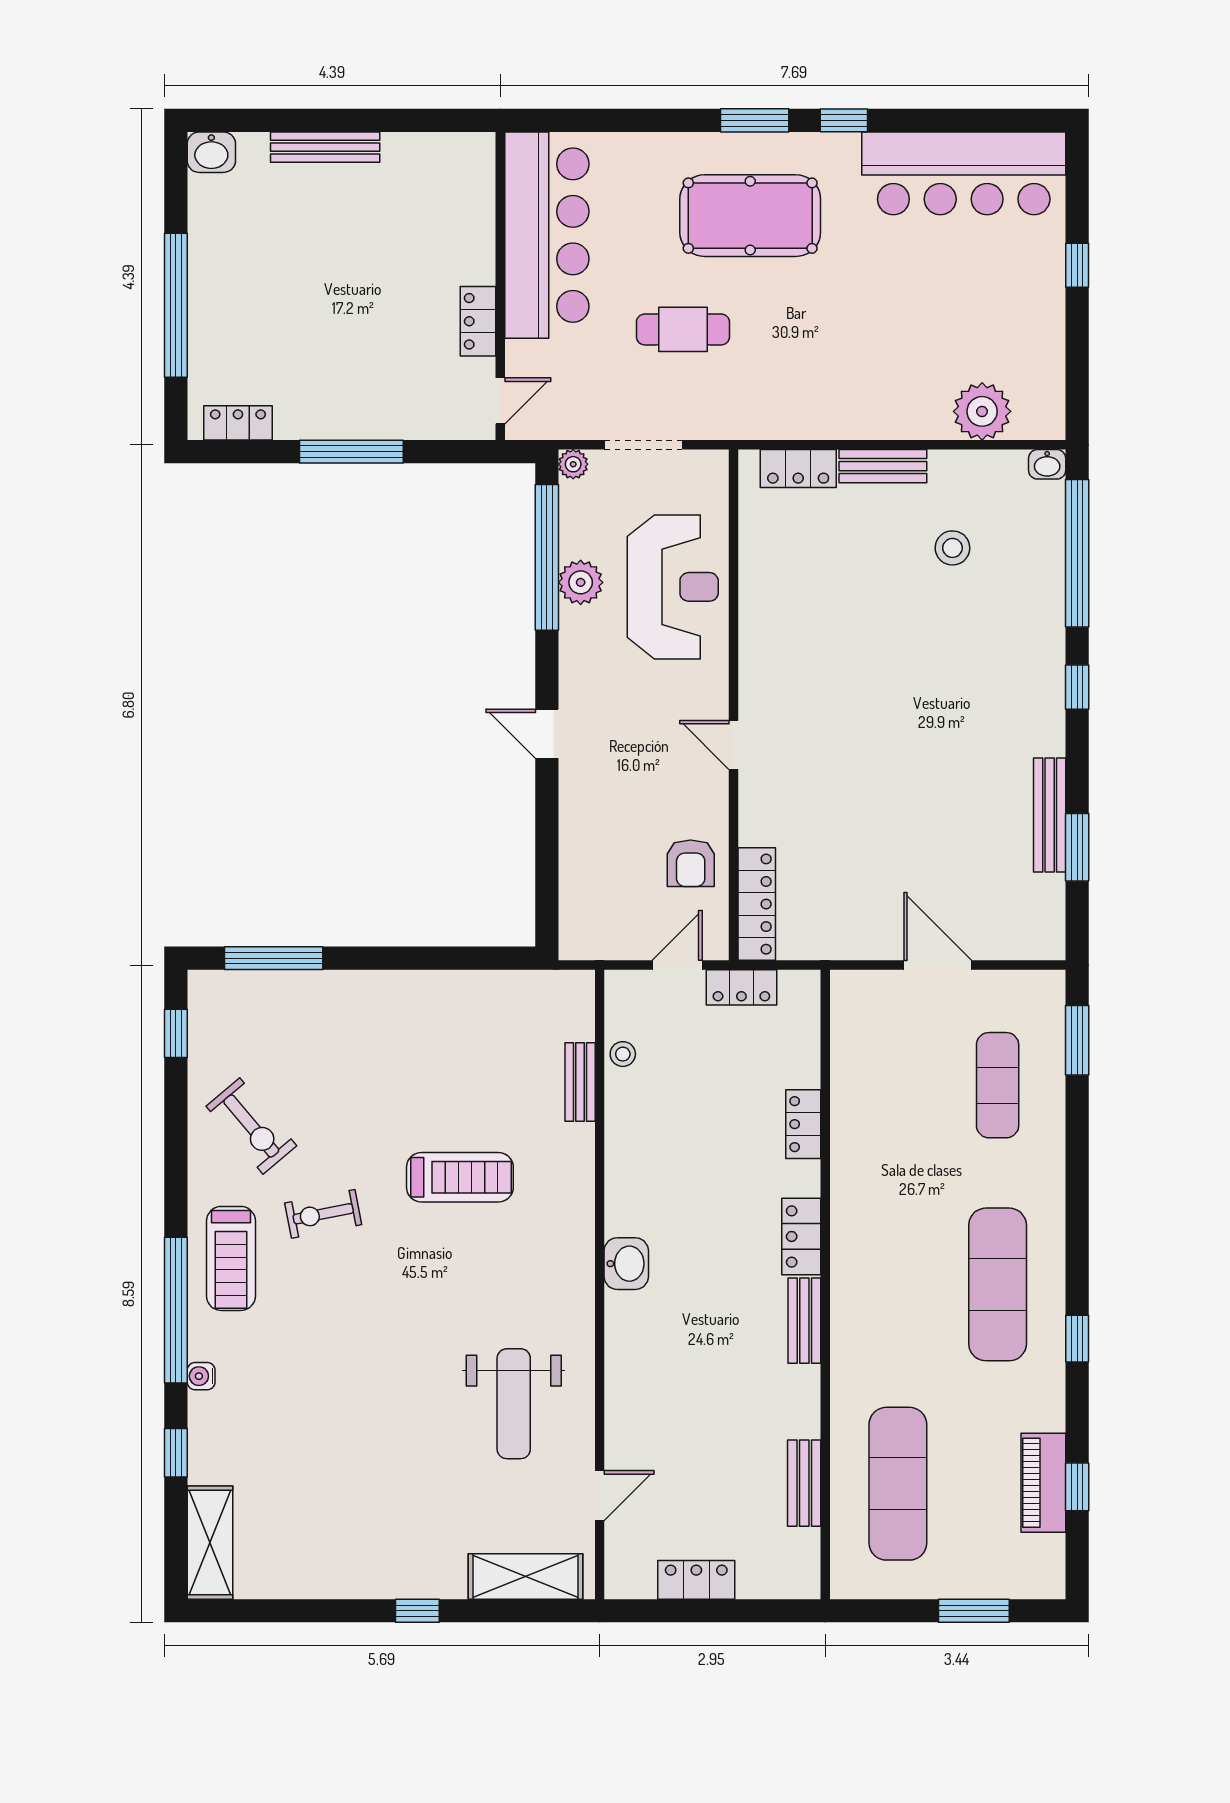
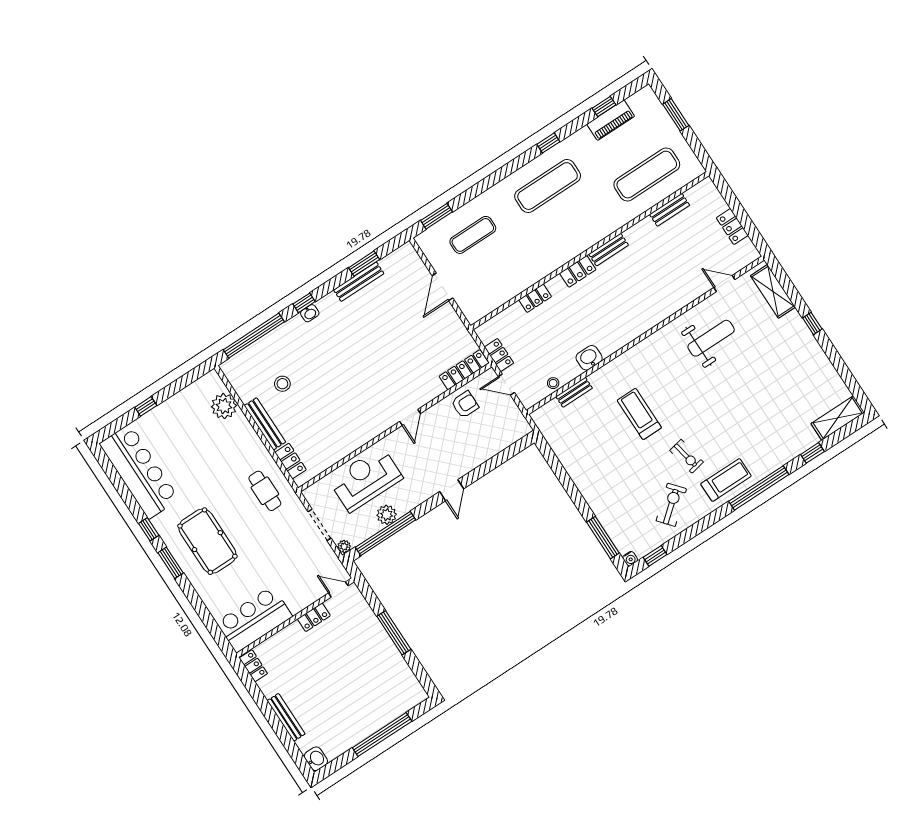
bar counter: (547, 235) -> (254, 619), width x0.73
cafe table: (683, 329) -> (265, 491), moved
locker: (238, 423) -> (253, 666), moved, turned 180
washbasin: (1047, 464) -> (310, 313), moved, turned 90
bench: (883, 466) -> (265, 424), width x1.36
washbasin: (626, 1264) -> (589, 358), moved
water cooler: (201, 1376) -> (630, 559), moved

